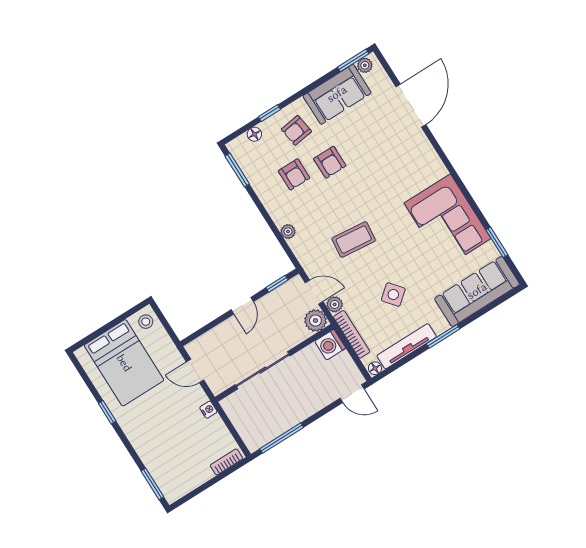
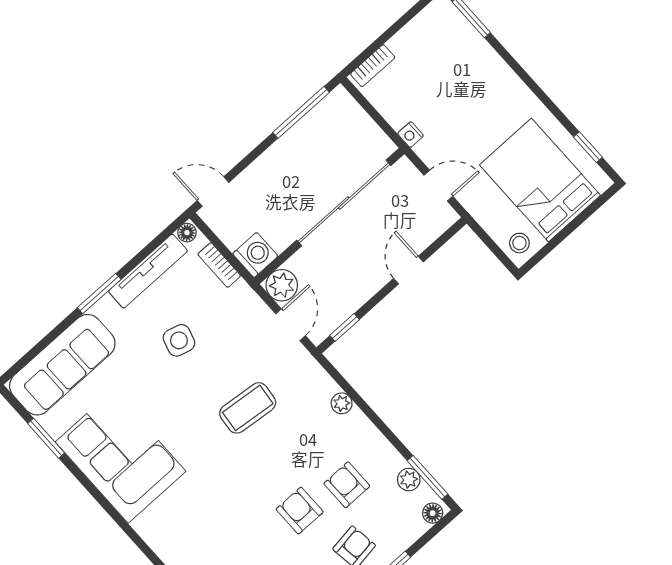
floor lamp: (254, 134) -> (433, 513), moved
door: (314, 292) -> (291, 325), swing flipped
side table: (393, 294) -> (179, 340), turned -35
plant: (335, 304) -> (409, 480), moved
door: (242, 306) -> (409, 270), moved
bookcase: (352, 334) -> (219, 265), width x0.64
sliding door: (263, 370) -> (344, 203), width x1.36
window: (107, 412) -> (588, 147), moved

